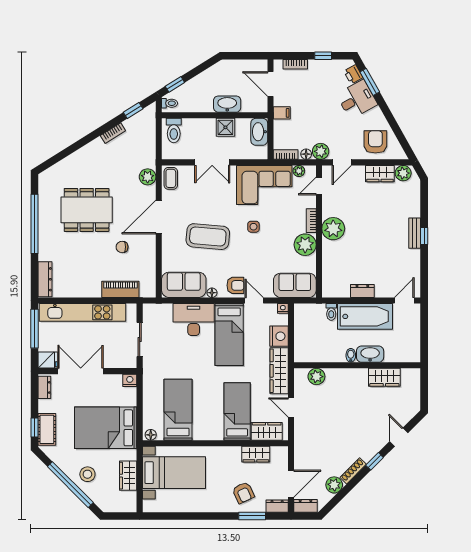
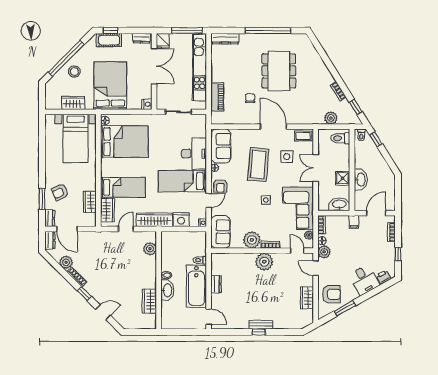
window: (370, 82) -> (345, 308), moved
plant: (403, 173) -> (307, 316), removed
plant: (148, 177) -> (331, 118), moved
side table: (197, 200) -> (287, 157), added
bed: (178, 410) -> (124, 142), width x1.50

